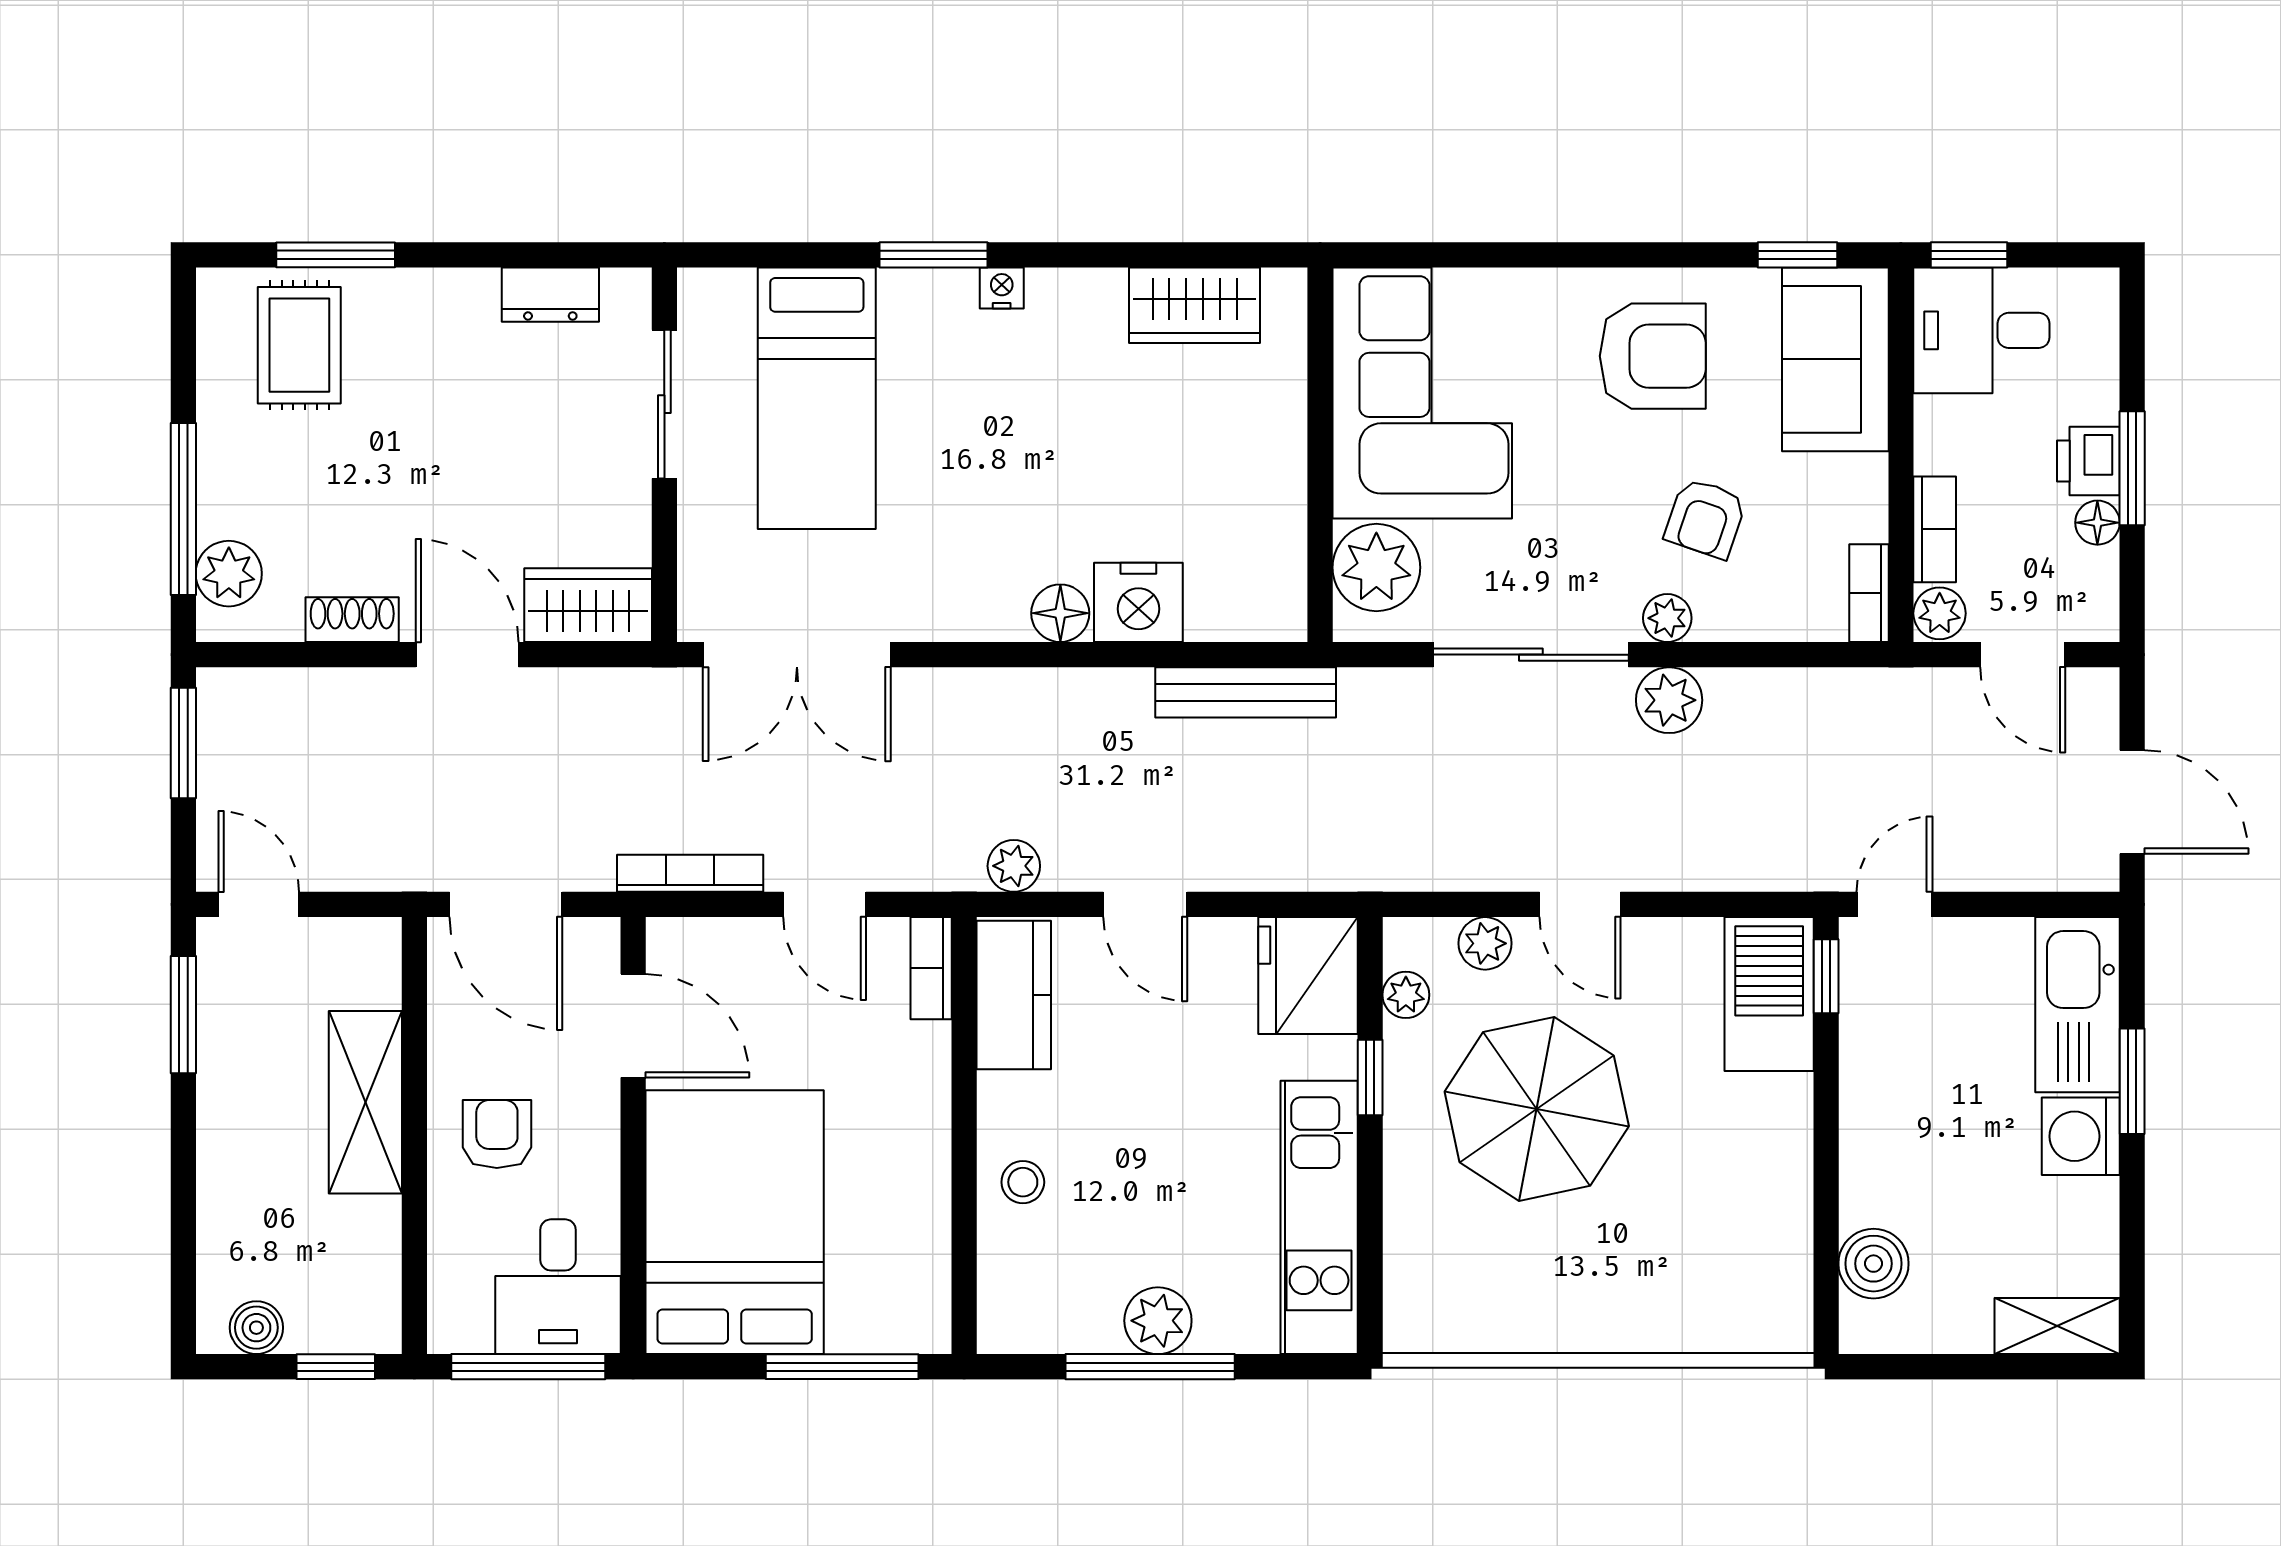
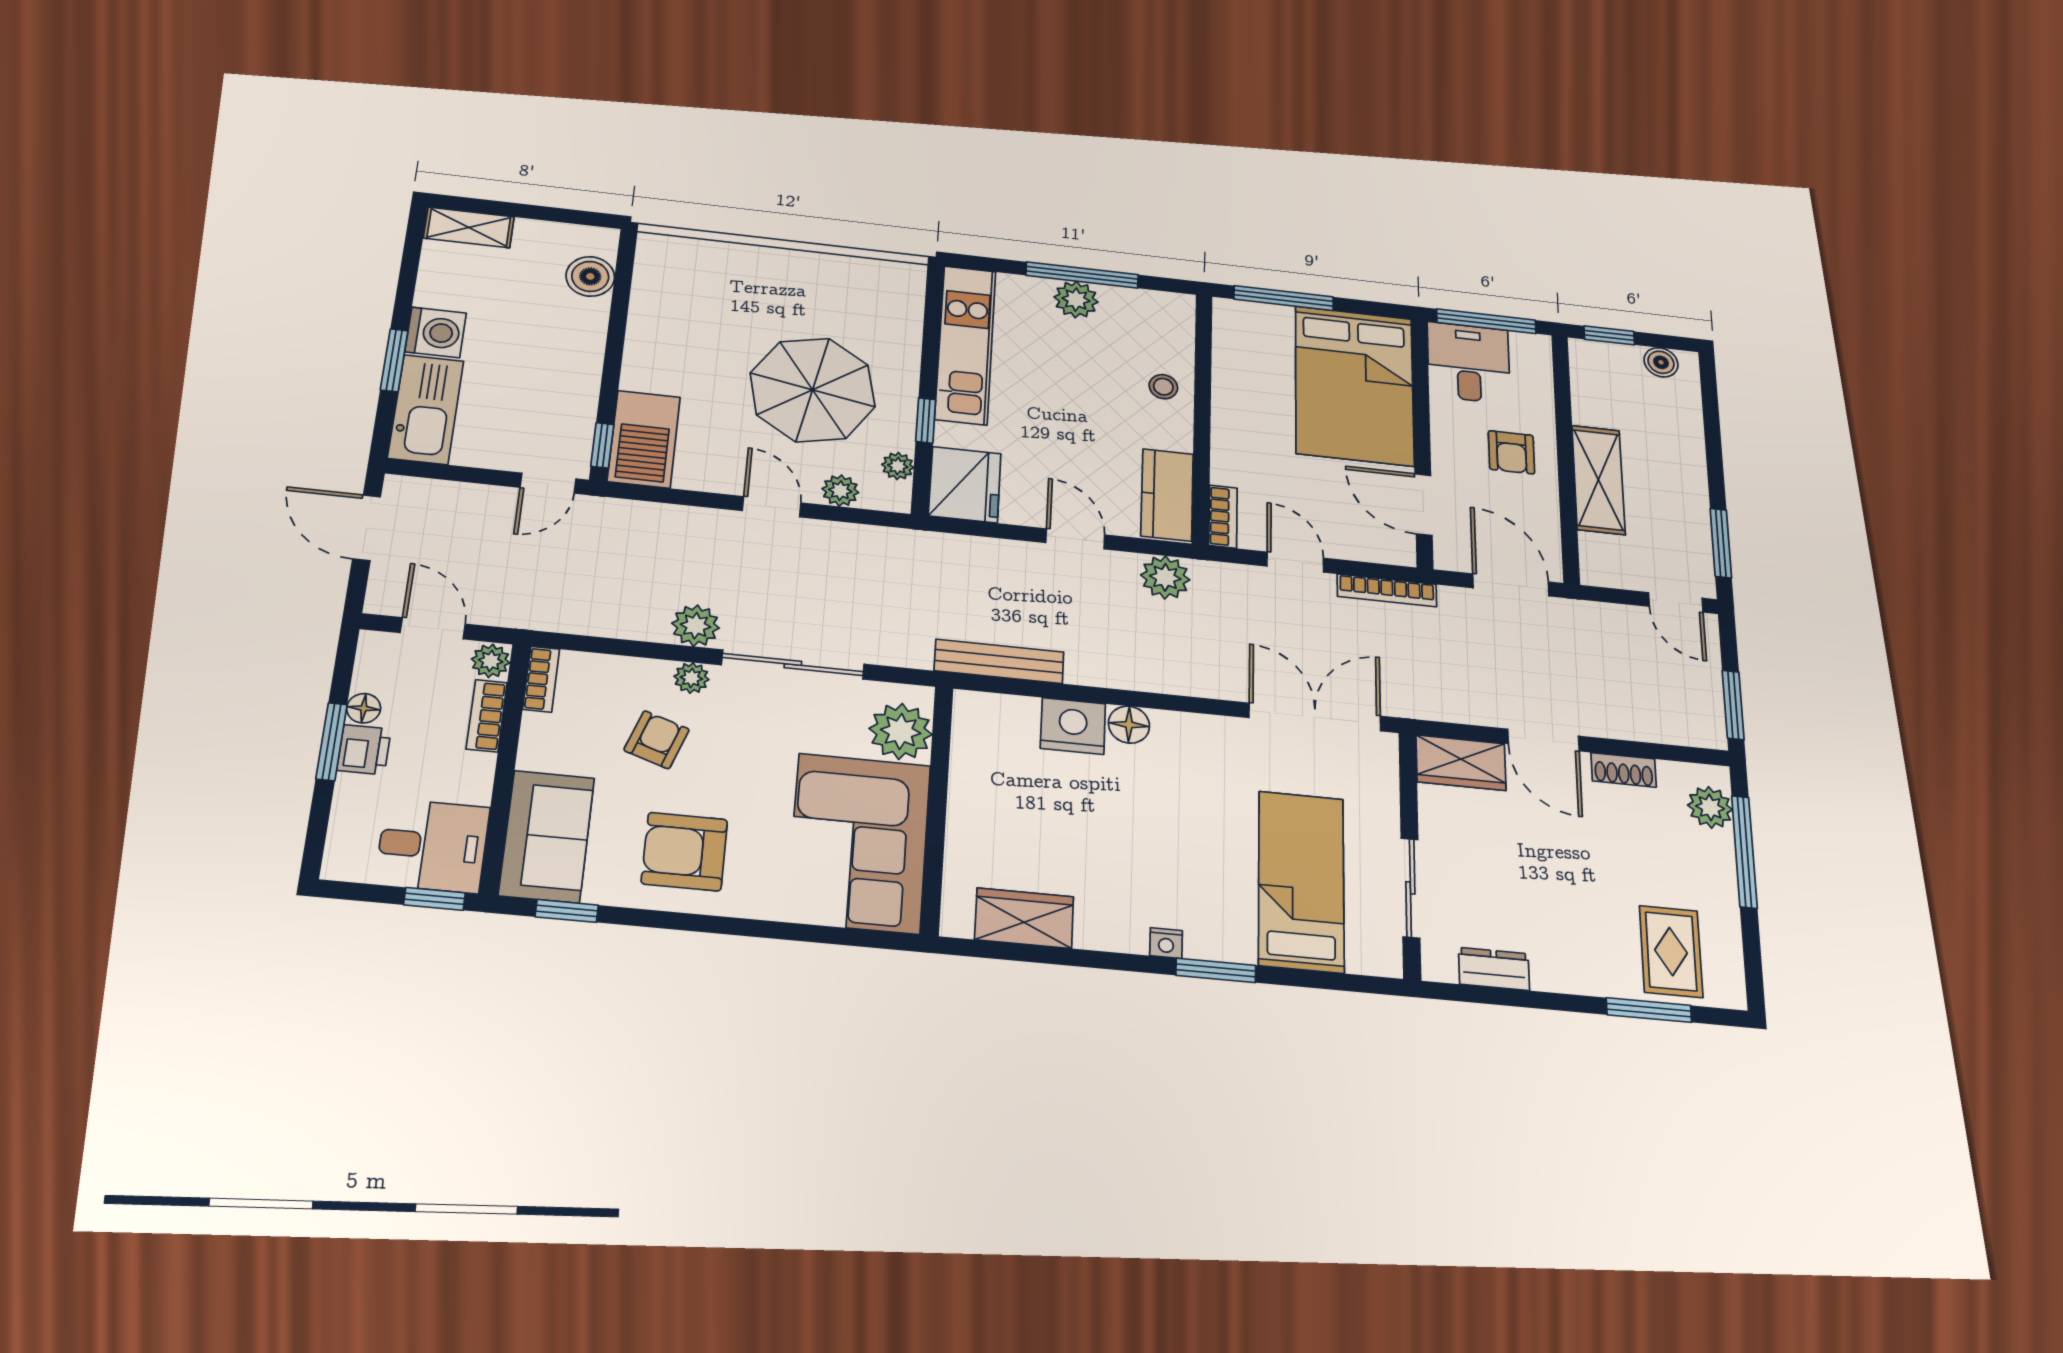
plant: (1014, 866) -> (1165, 577), width x1.38, depth x1.38

